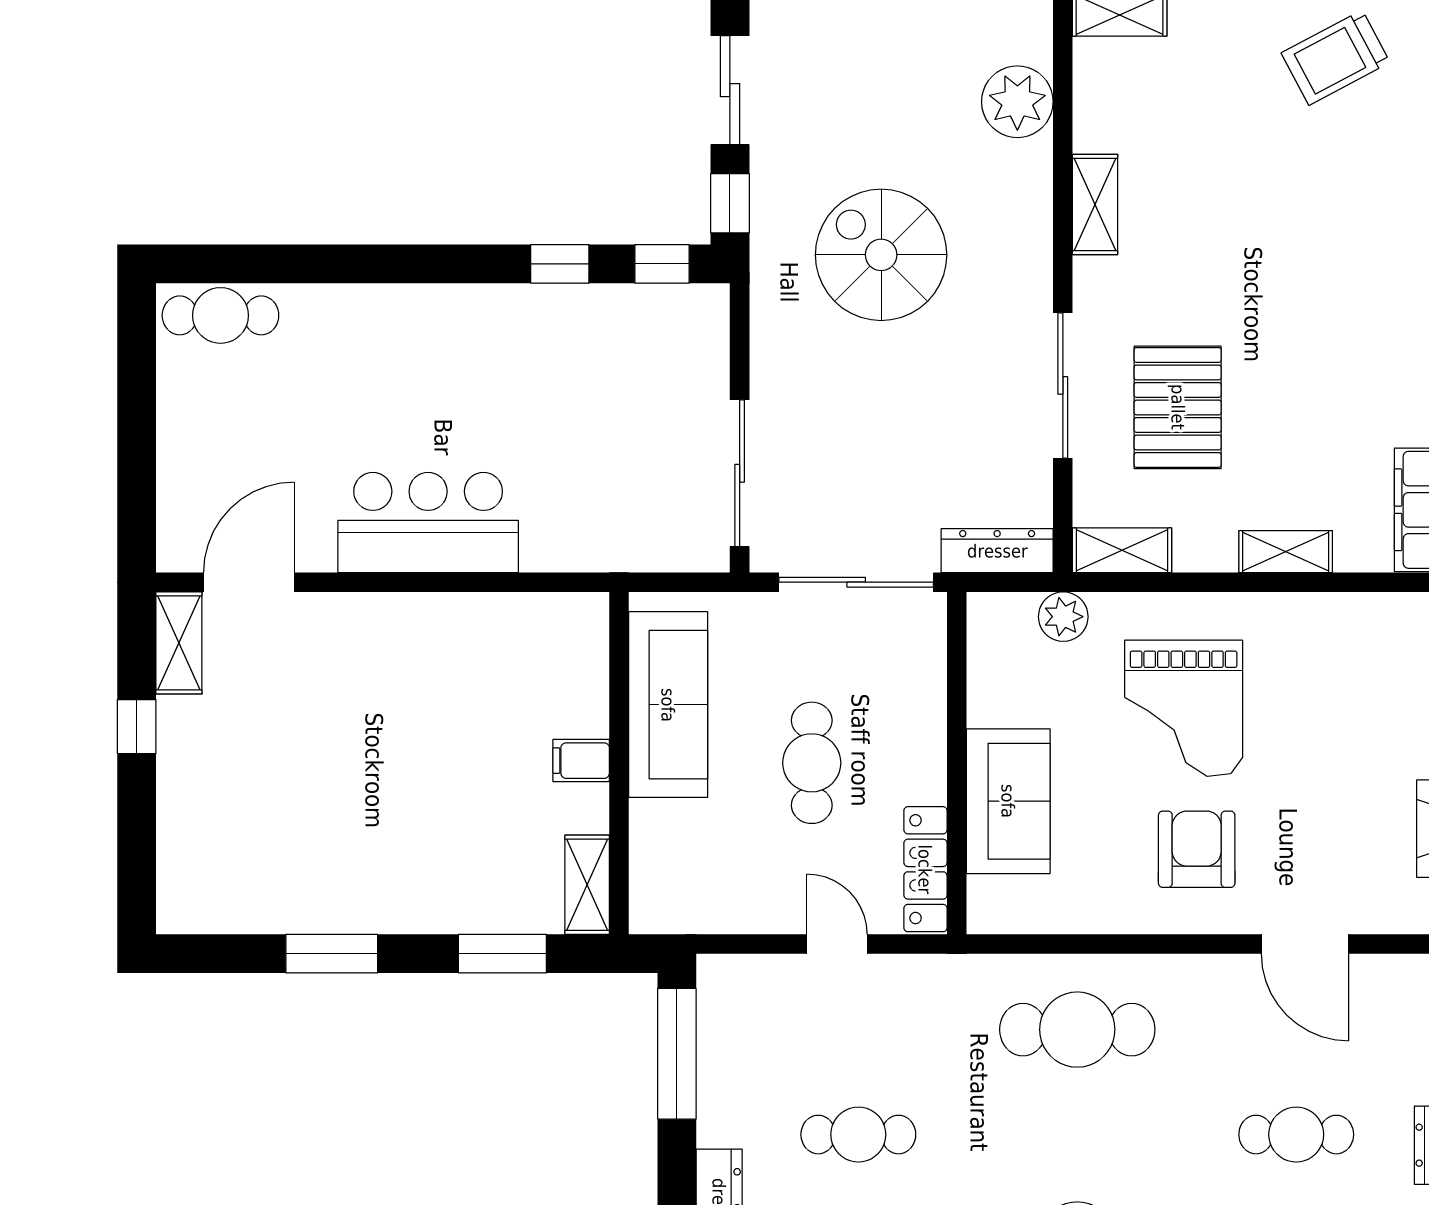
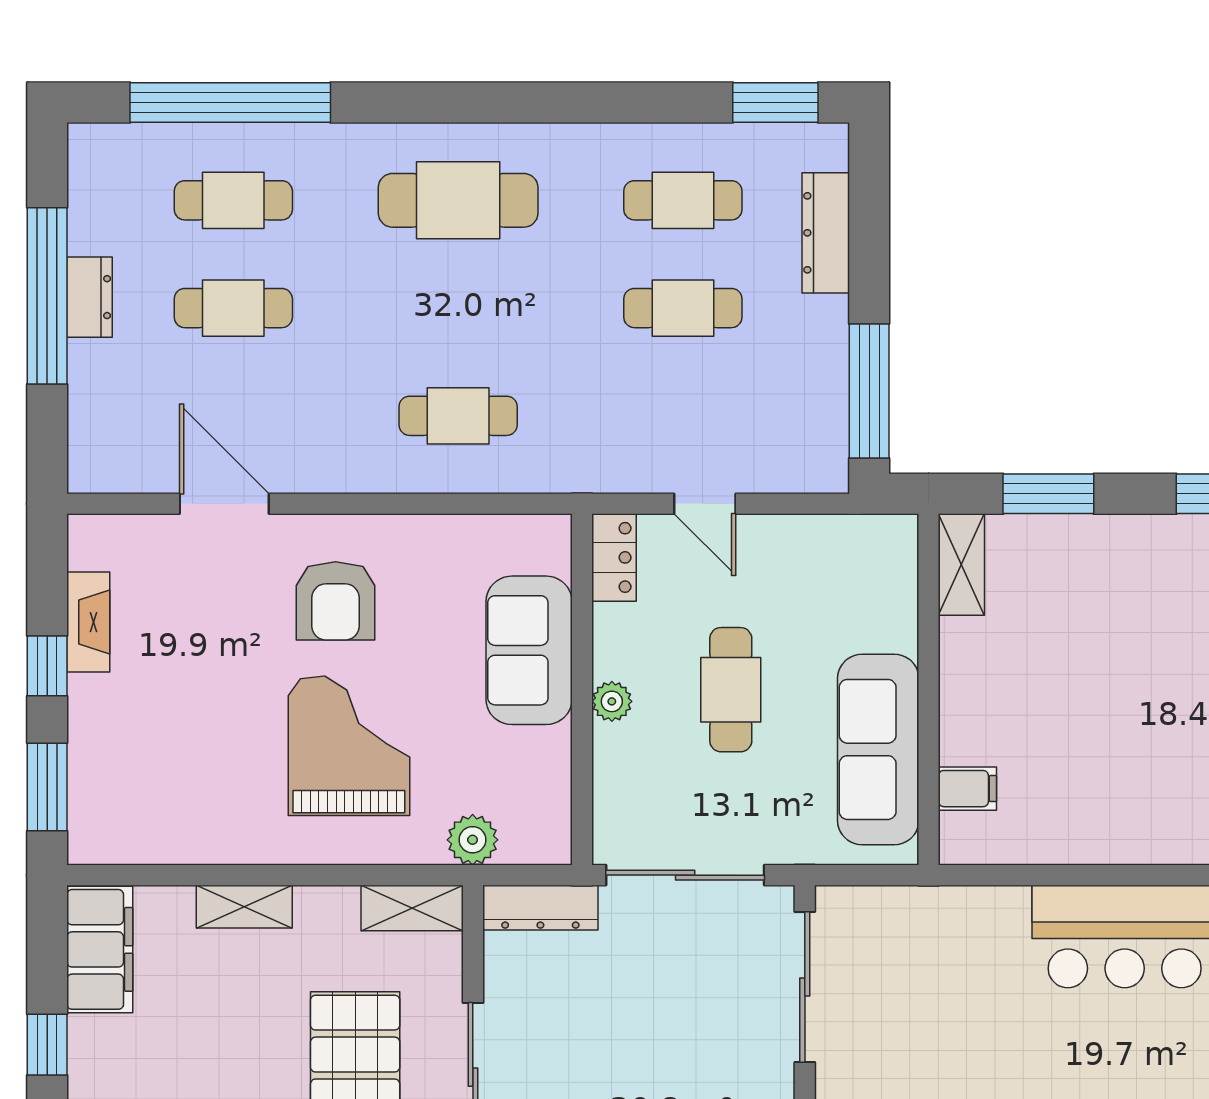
plant: (928, 751) -> (612, 701), added
filing cabinet: (581, 761) -> (967, 789), moved
locker: (925, 869) -> (614, 557), width x0.66
cafe table: (1077, 1030) -> (458, 416), width x0.73, depth x0.74

